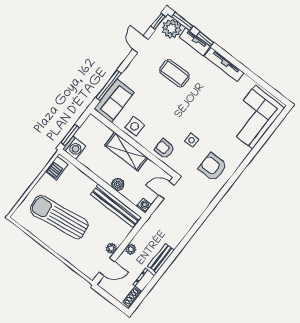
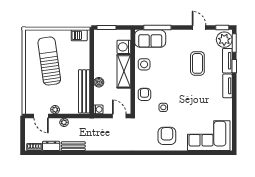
door: (140, 44) -> (199, 28), hinge flipped
tv unit: (224, 64) -> (227, 86), width x0.71
washing machine: (74, 148) -> (124, 47), moved, turned 90
armchair: (213, 167) -> (167, 136), moved

